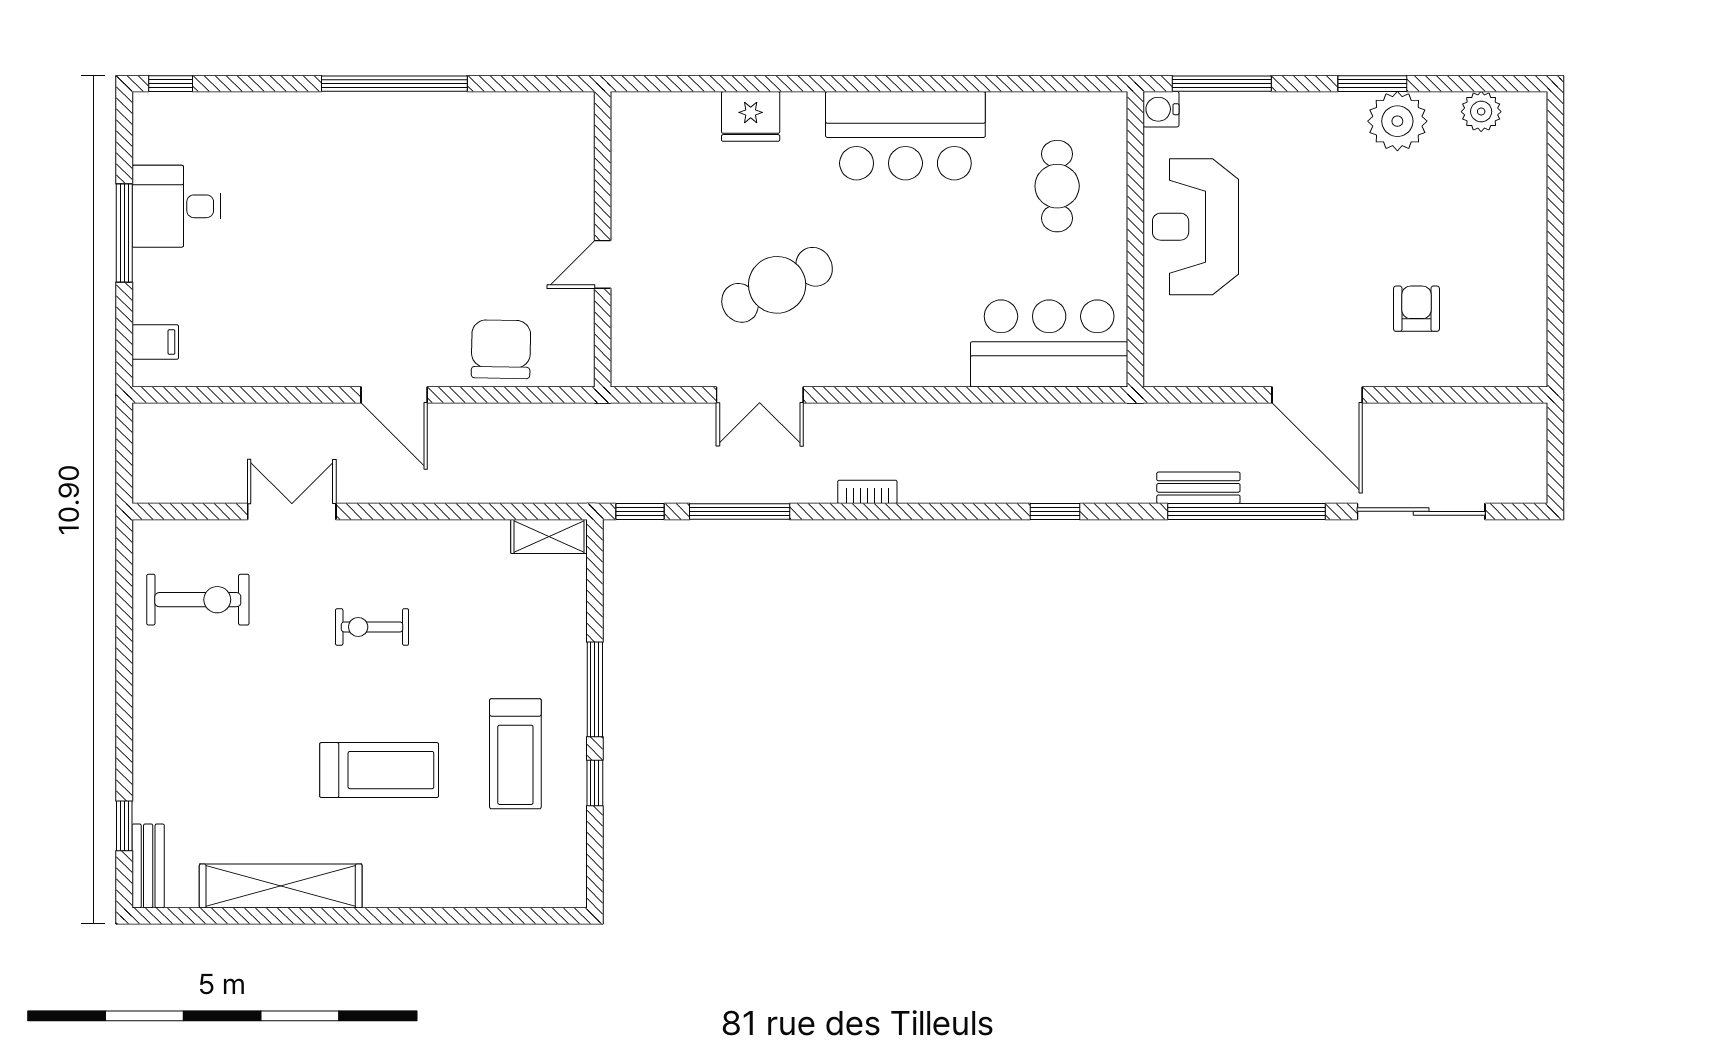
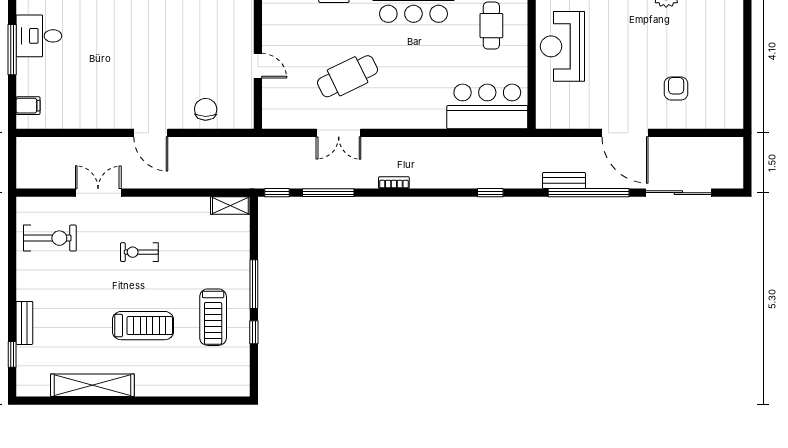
door: (603, 264) -> (258, 66), swing flipped
chair: (501, 349) -> (206, 109), width x0.73, depth x0.73
bench: (148, 866) -> (24, 323), moved

